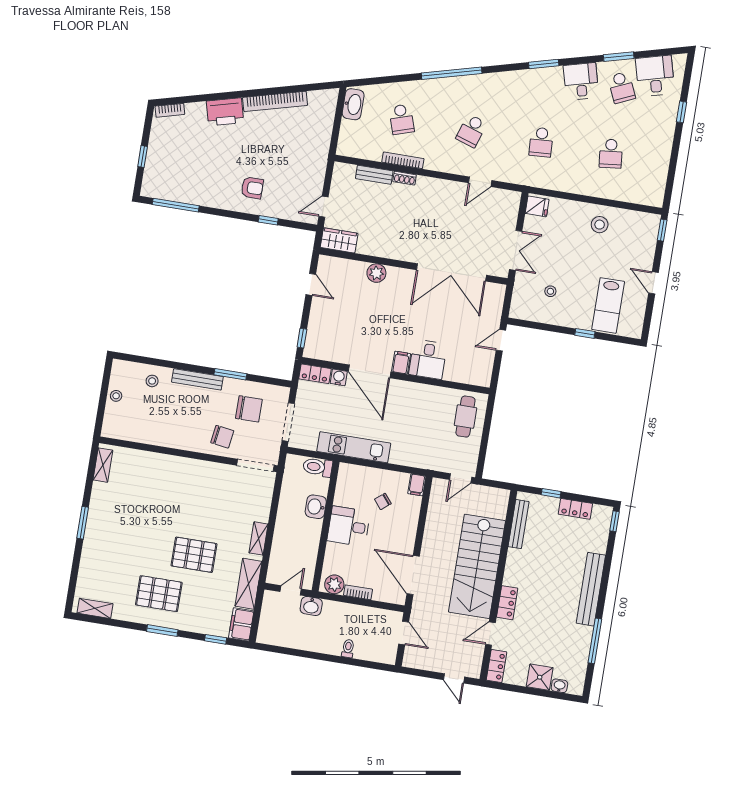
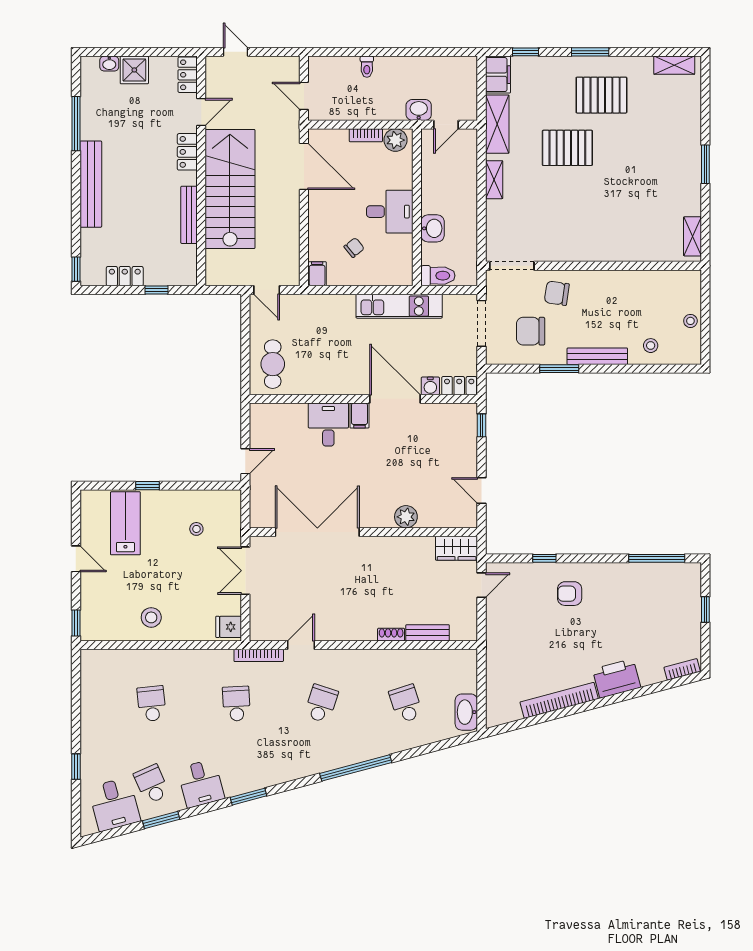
bookcase: (403, 160) -> (259, 655), moved
door: (461, 478) -> (267, 290), swing flipped
bench: (519, 524) -> (189, 215), moved

